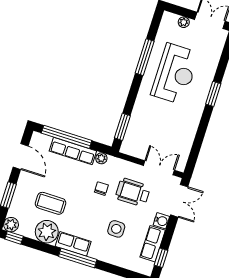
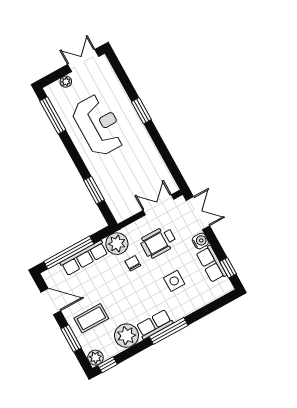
window: (145, 57) -> (53, 115), moved
window: (122, 127) -> (94, 190), moved
plant: (101, 158) -> (117, 244), width x1.88, depth x1.88
coffee table: (50, 203) -> (91, 318), moved

